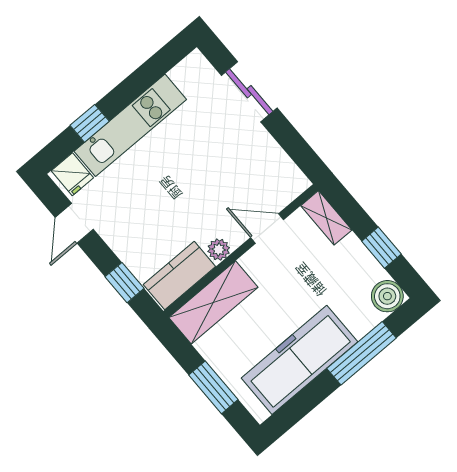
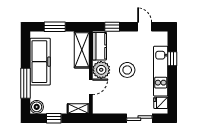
fridge: (72, 174) -> (161, 103), moved
stool: (180, 188) -> (127, 70), added
plant: (219, 250) -> (101, 70), width x1.88, depth x1.88

